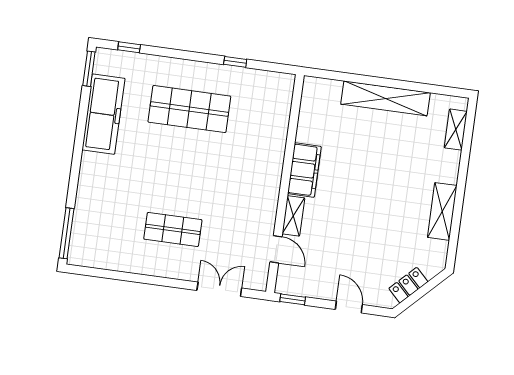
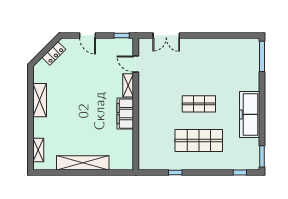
freezer: (103, 114) -> (250, 114), moved
shop shelf: (173, 229) -> (199, 104), moved

